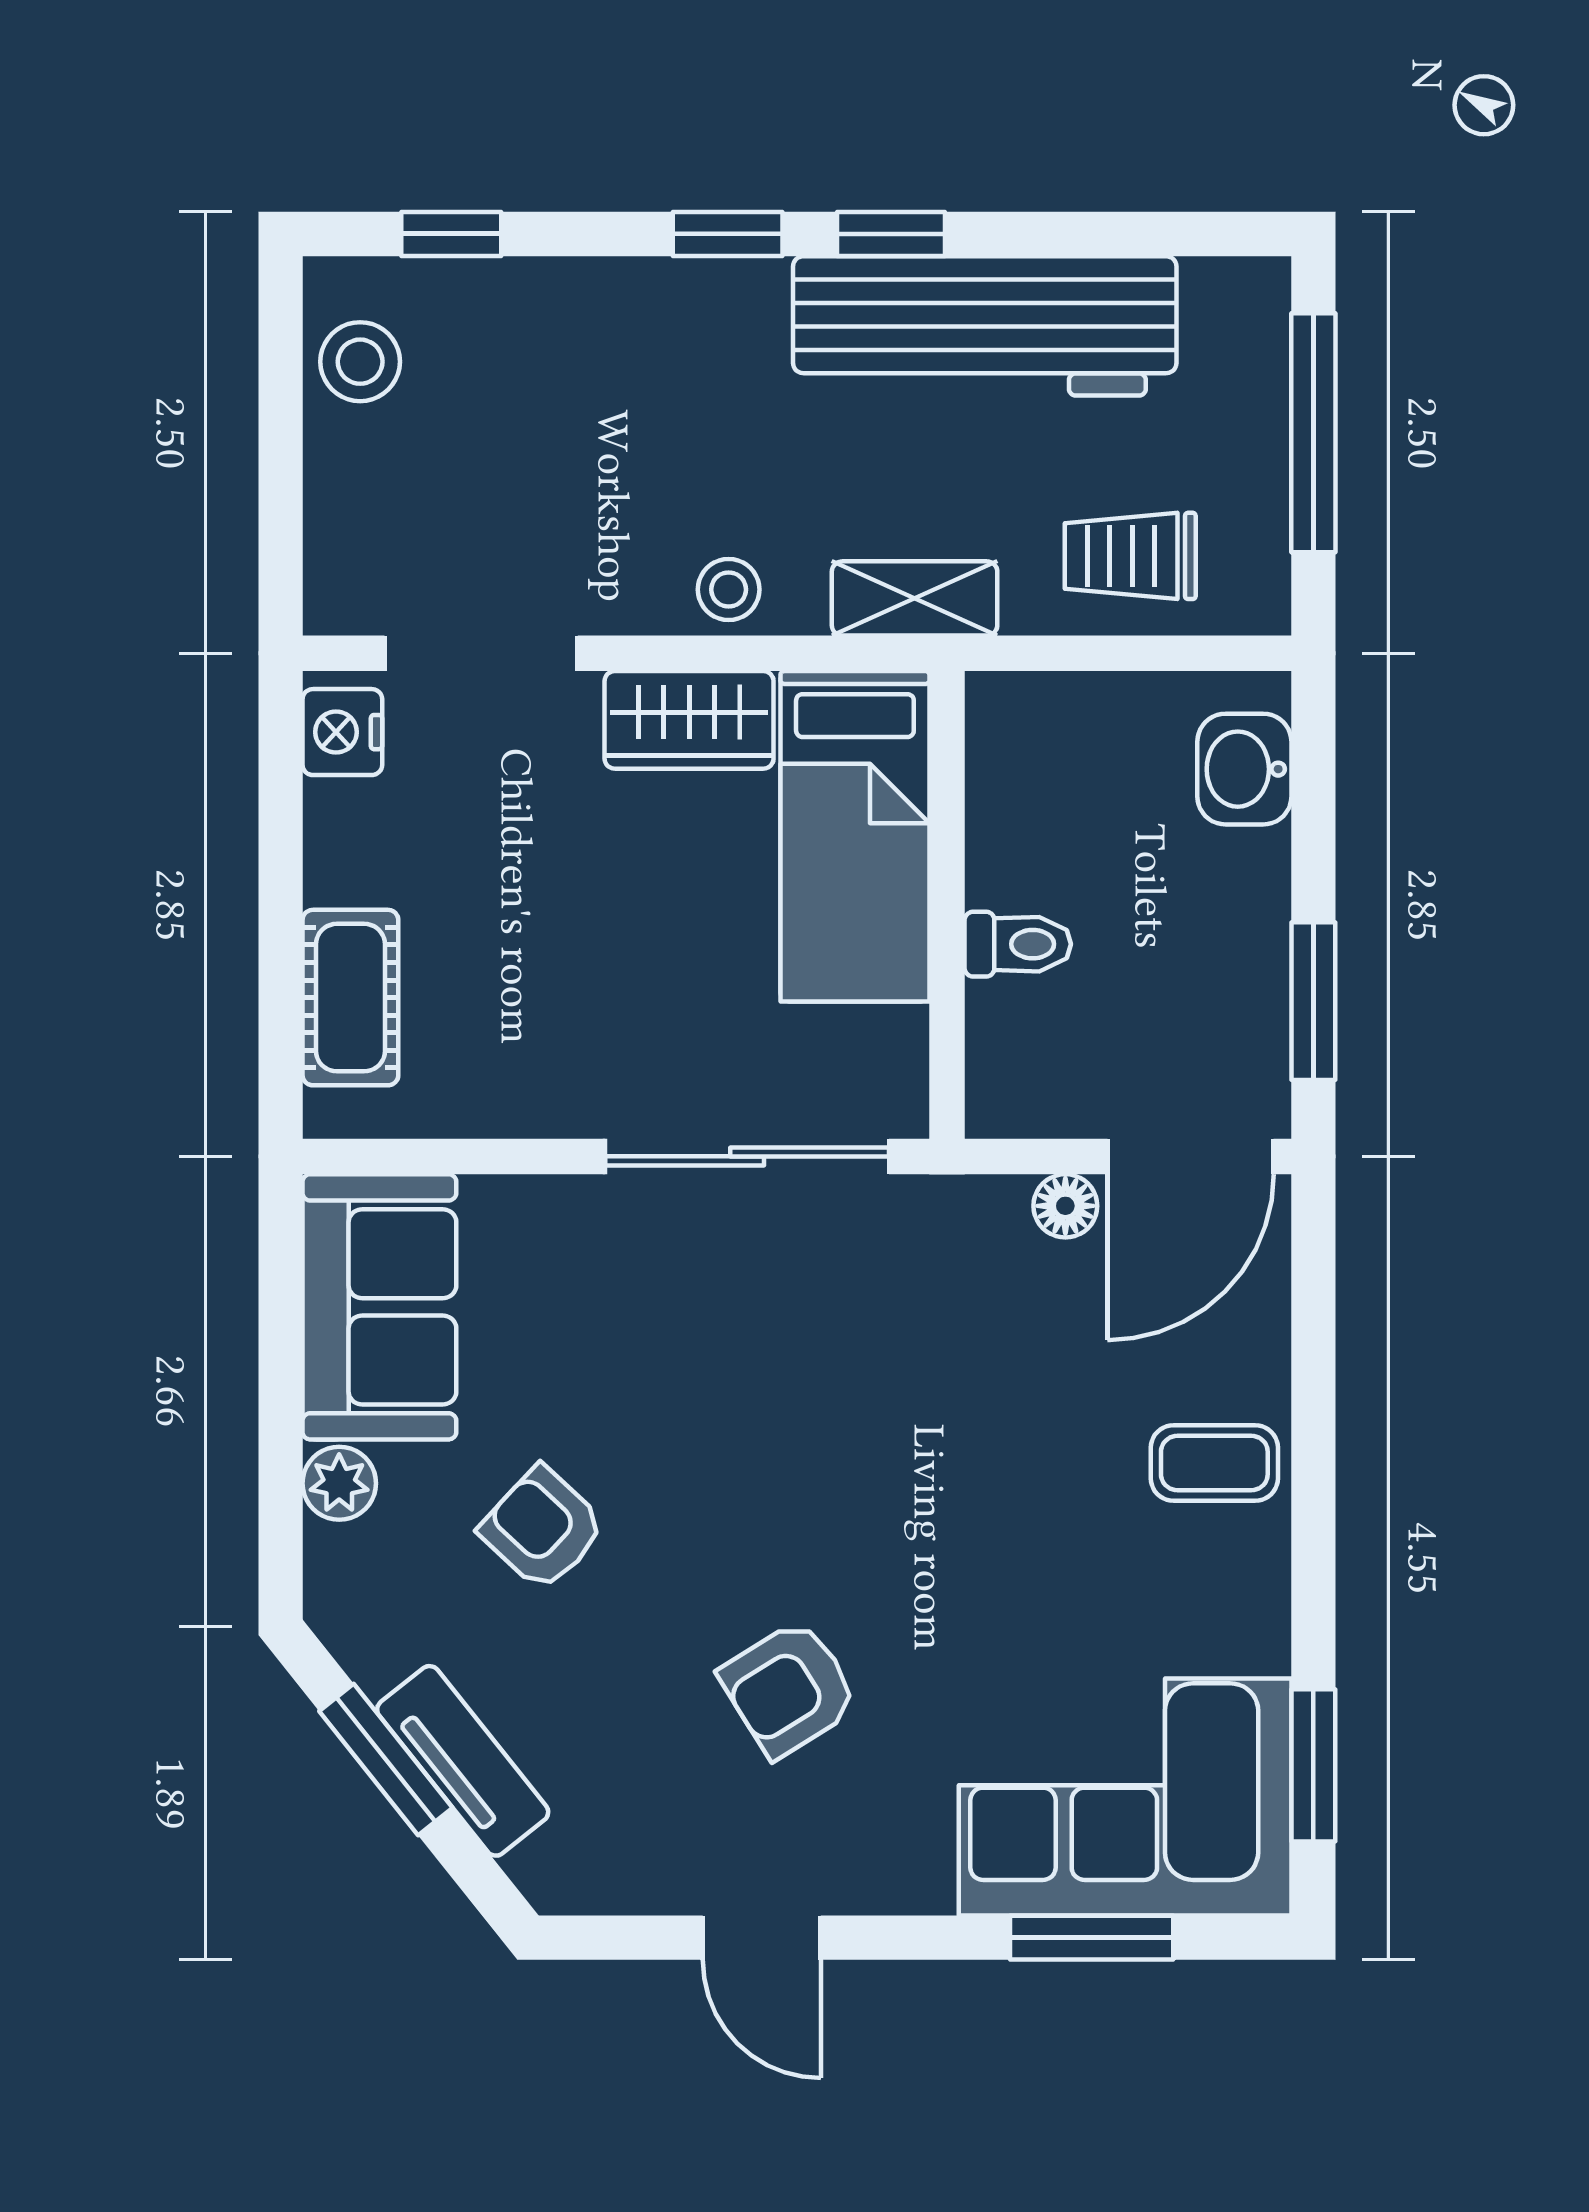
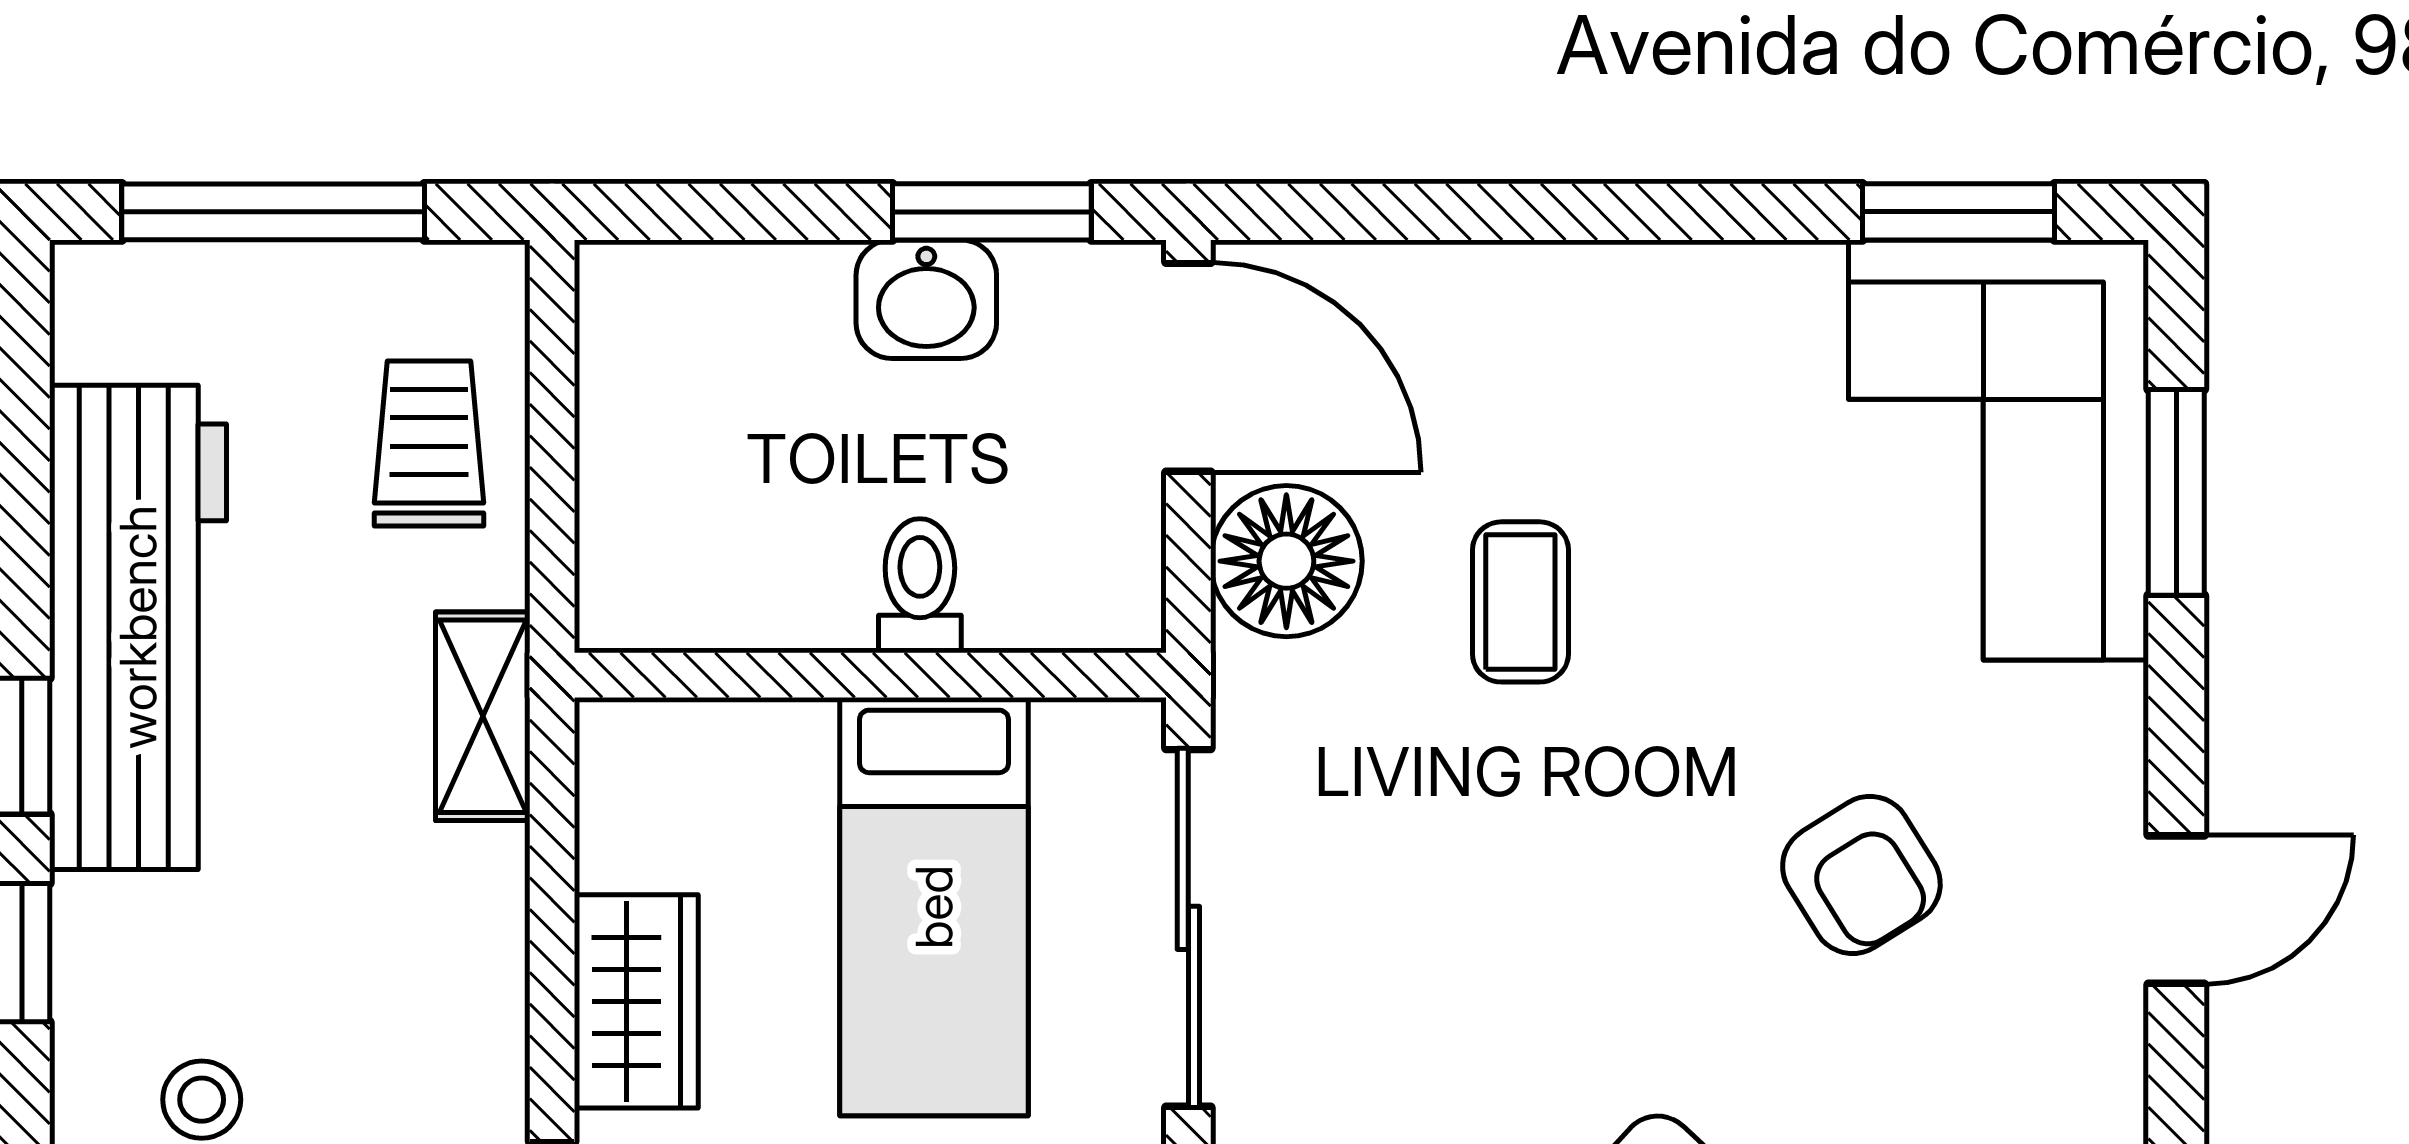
trolley: (1130, 556) -> (429, 444), turned 180
stool: (729, 590) -> (202, 1100), moved
washbasin: (1244, 769) -> (926, 299), moved
bed: (855, 836) -> (934, 907), moved, turned 90
floor lamp: (1065, 1206) -> (1286, 561), width x1.89, depth x1.89
coffee table: (1214, 1463) -> (1520, 602), moved

